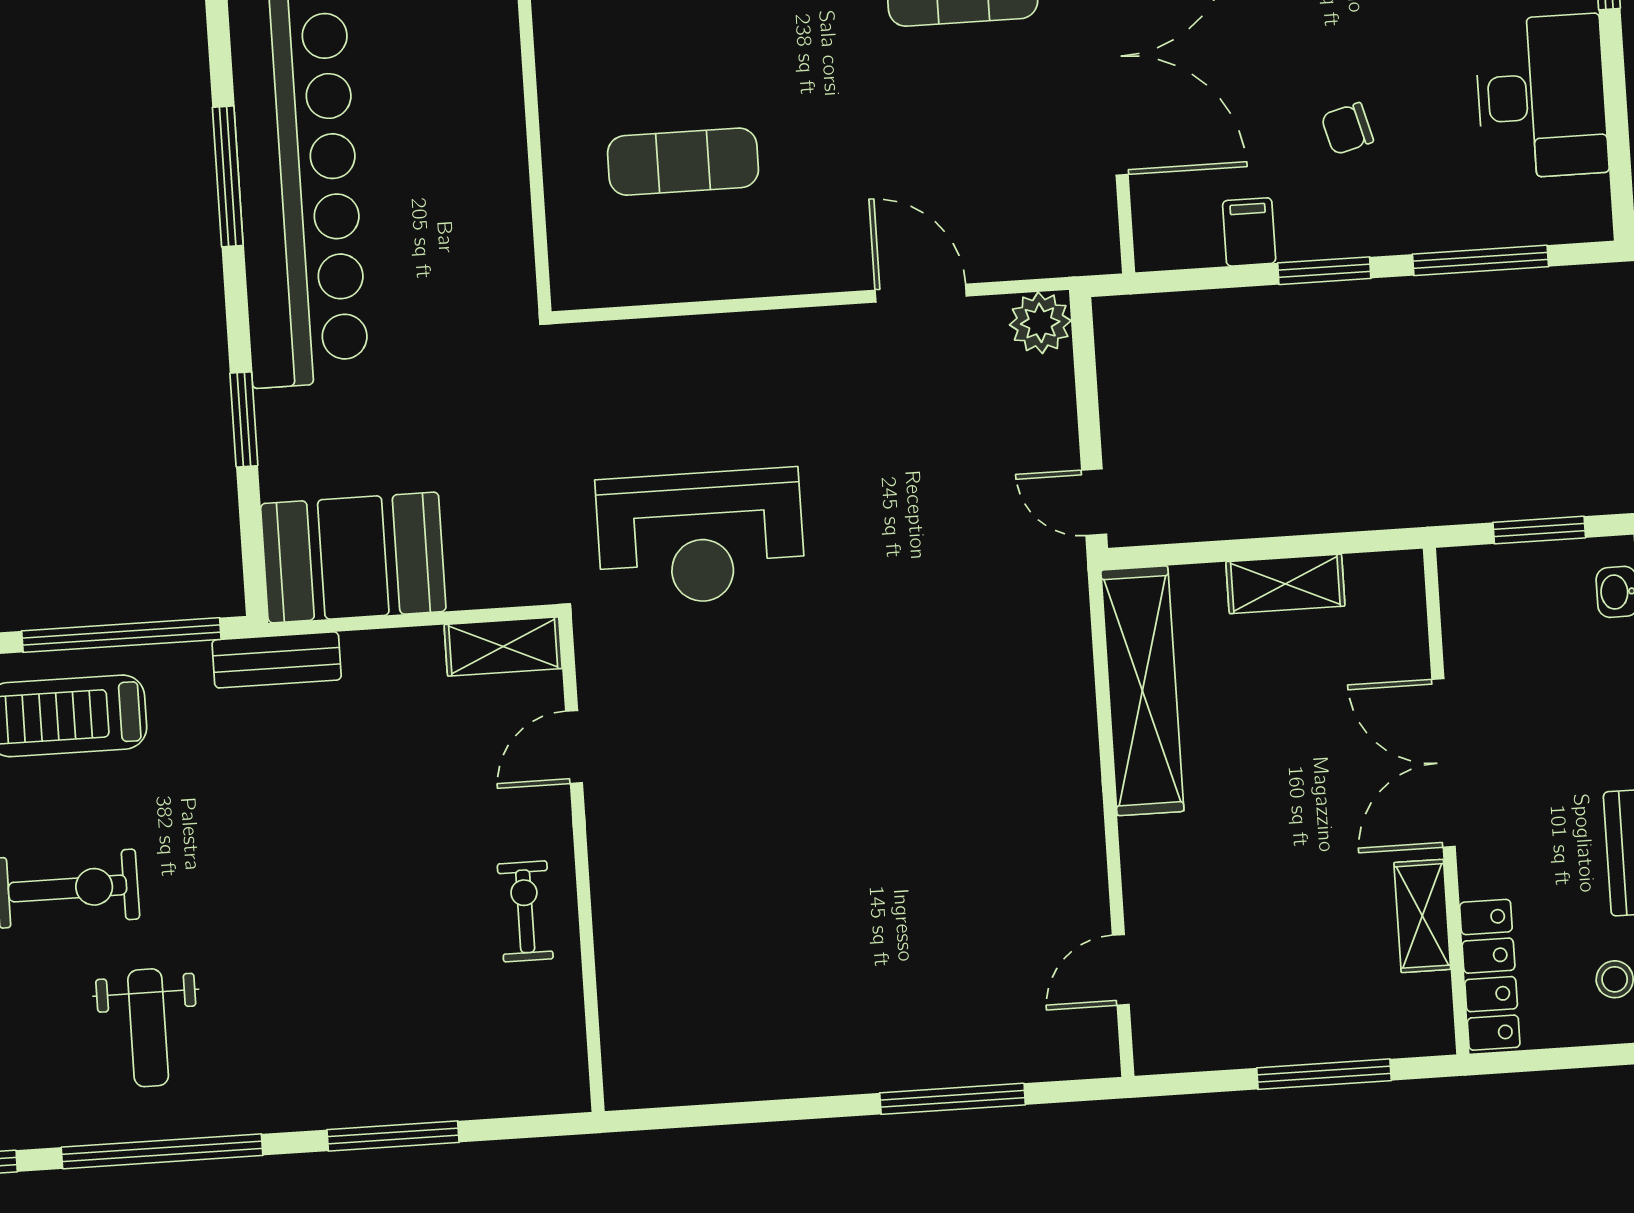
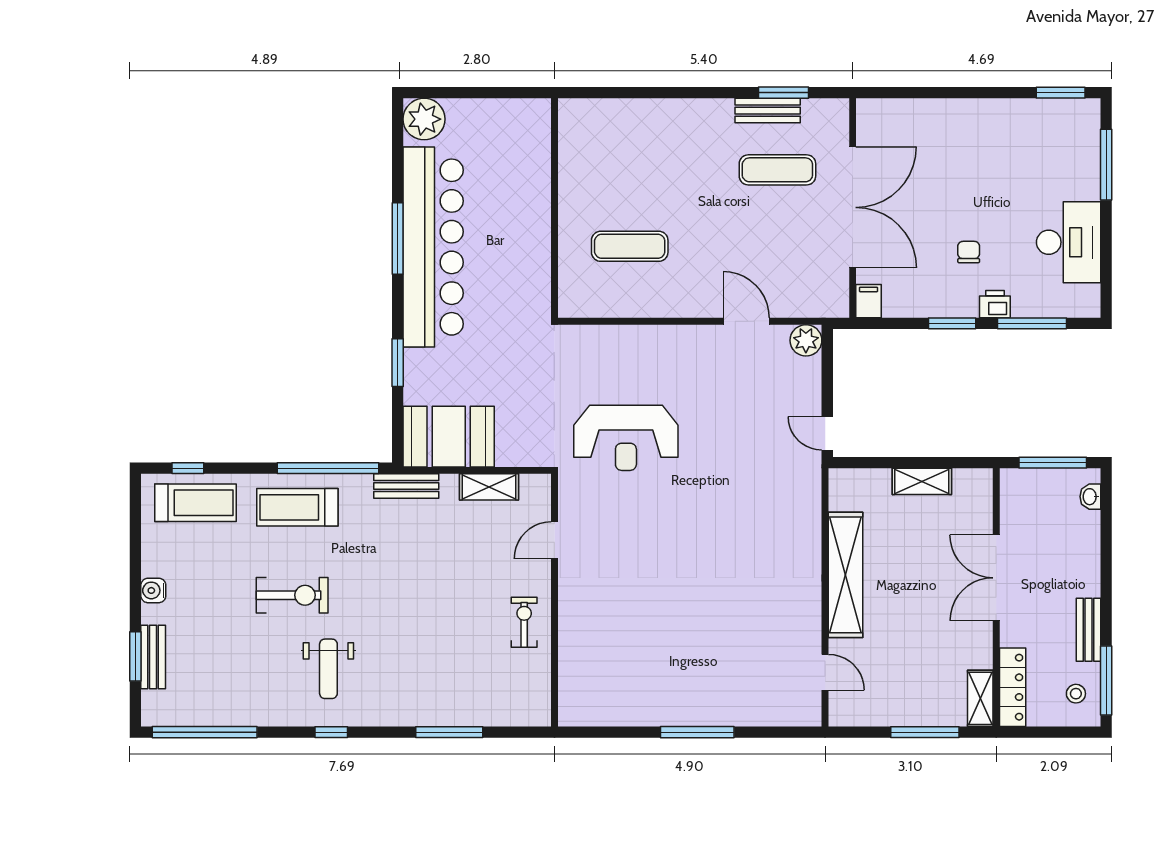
chair: (1347, 129) -> (969, 252), turned 105
printer: (1405, 227) -> (995, 304), added
filing cabinet: (1249, 232) -> (869, 301), moved
window: (1539, 530) -> (1053, 463), width x1.44
shelving: (503, 647) -> (489, 487), moved
shelving: (1142, 691) -> (845, 575), moved
shelving: (1422, 916) -> (980, 698), moved
door: (1121, 970) -> (825, 672), swing flipped
window: (953, 1099) -> (697, 732), moved
window: (162, 1151) -> (331, 732), width x0.32

